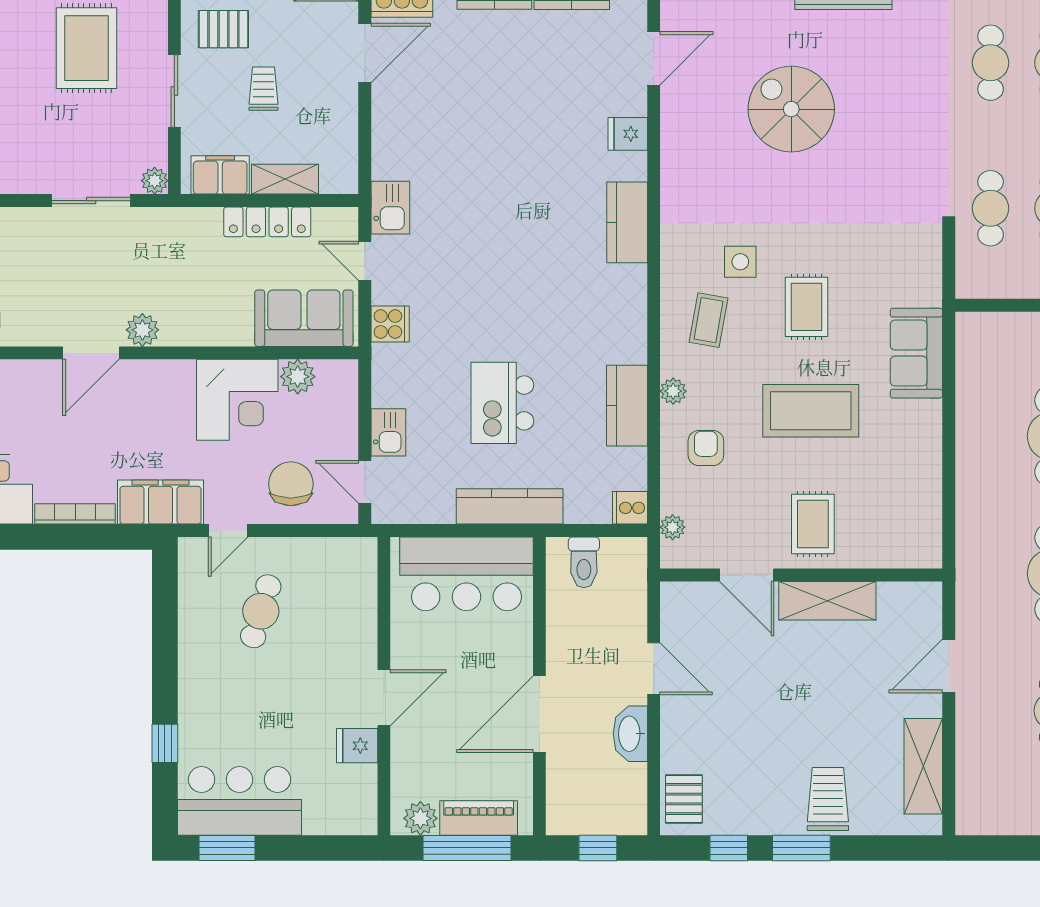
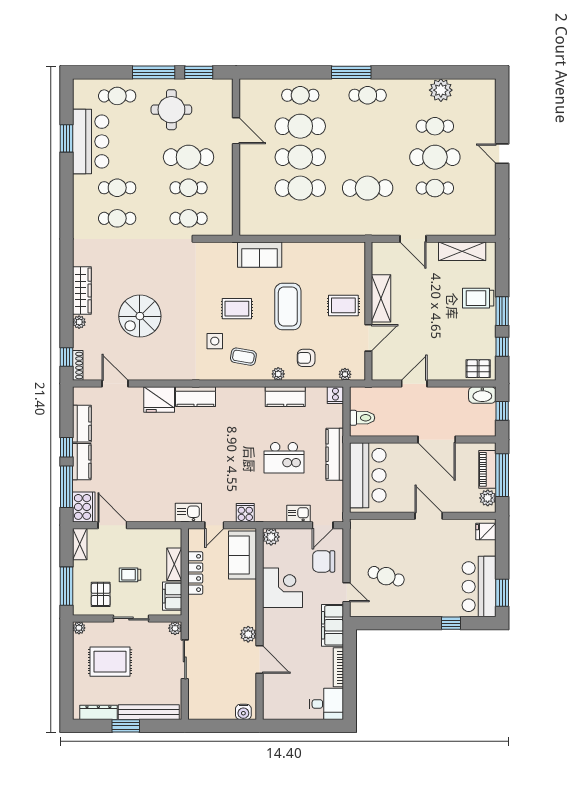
fridge: (628, 134) -> (159, 400), width x1.88, depth x1.34
plant: (298, 377) -> (271, 537), moved
washbasin: (630, 734) -> (482, 395), moved
fridge: (357, 746) -> (486, 532), moved, turned 90

